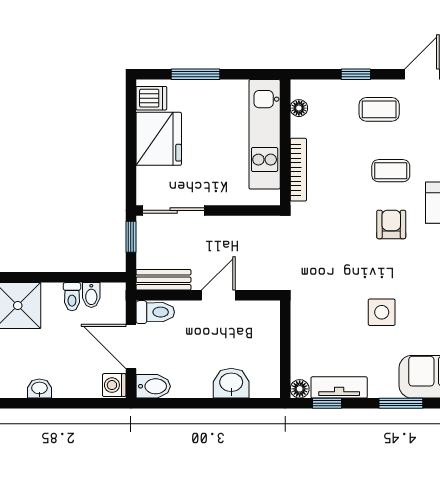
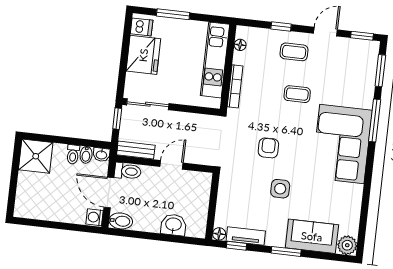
armchair: (391, 224) -> (268, 148), moved
washbasin: (39, 389) -> (101, 155), moved, turned 180

